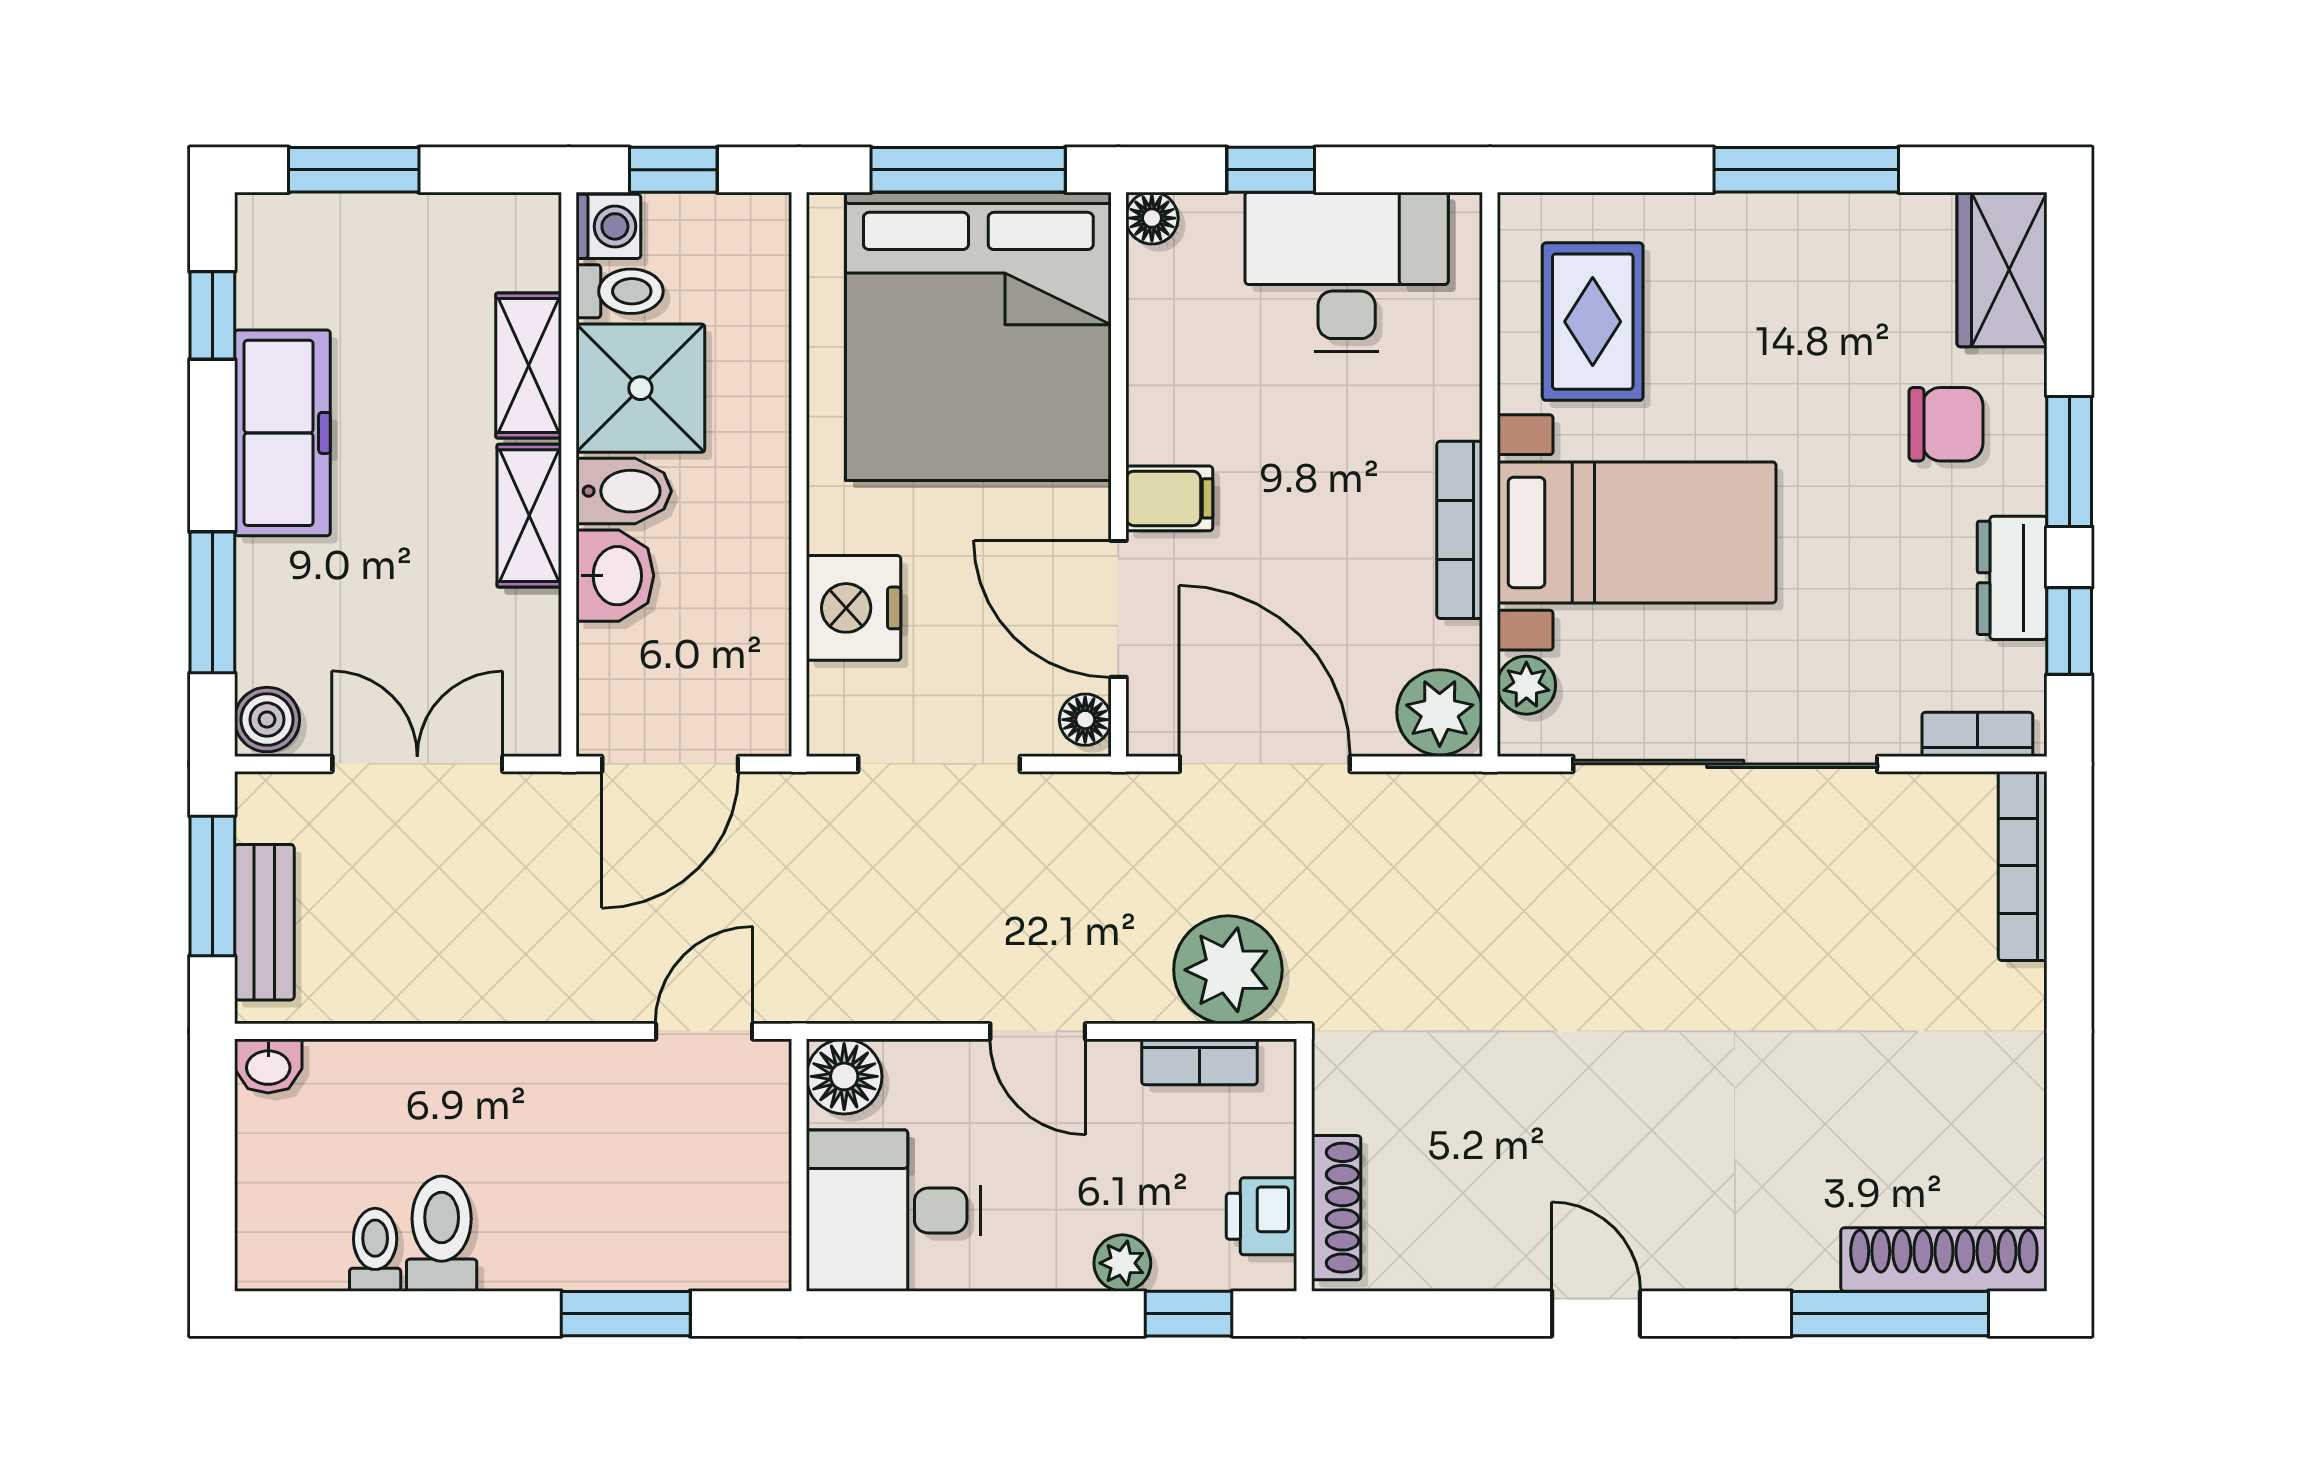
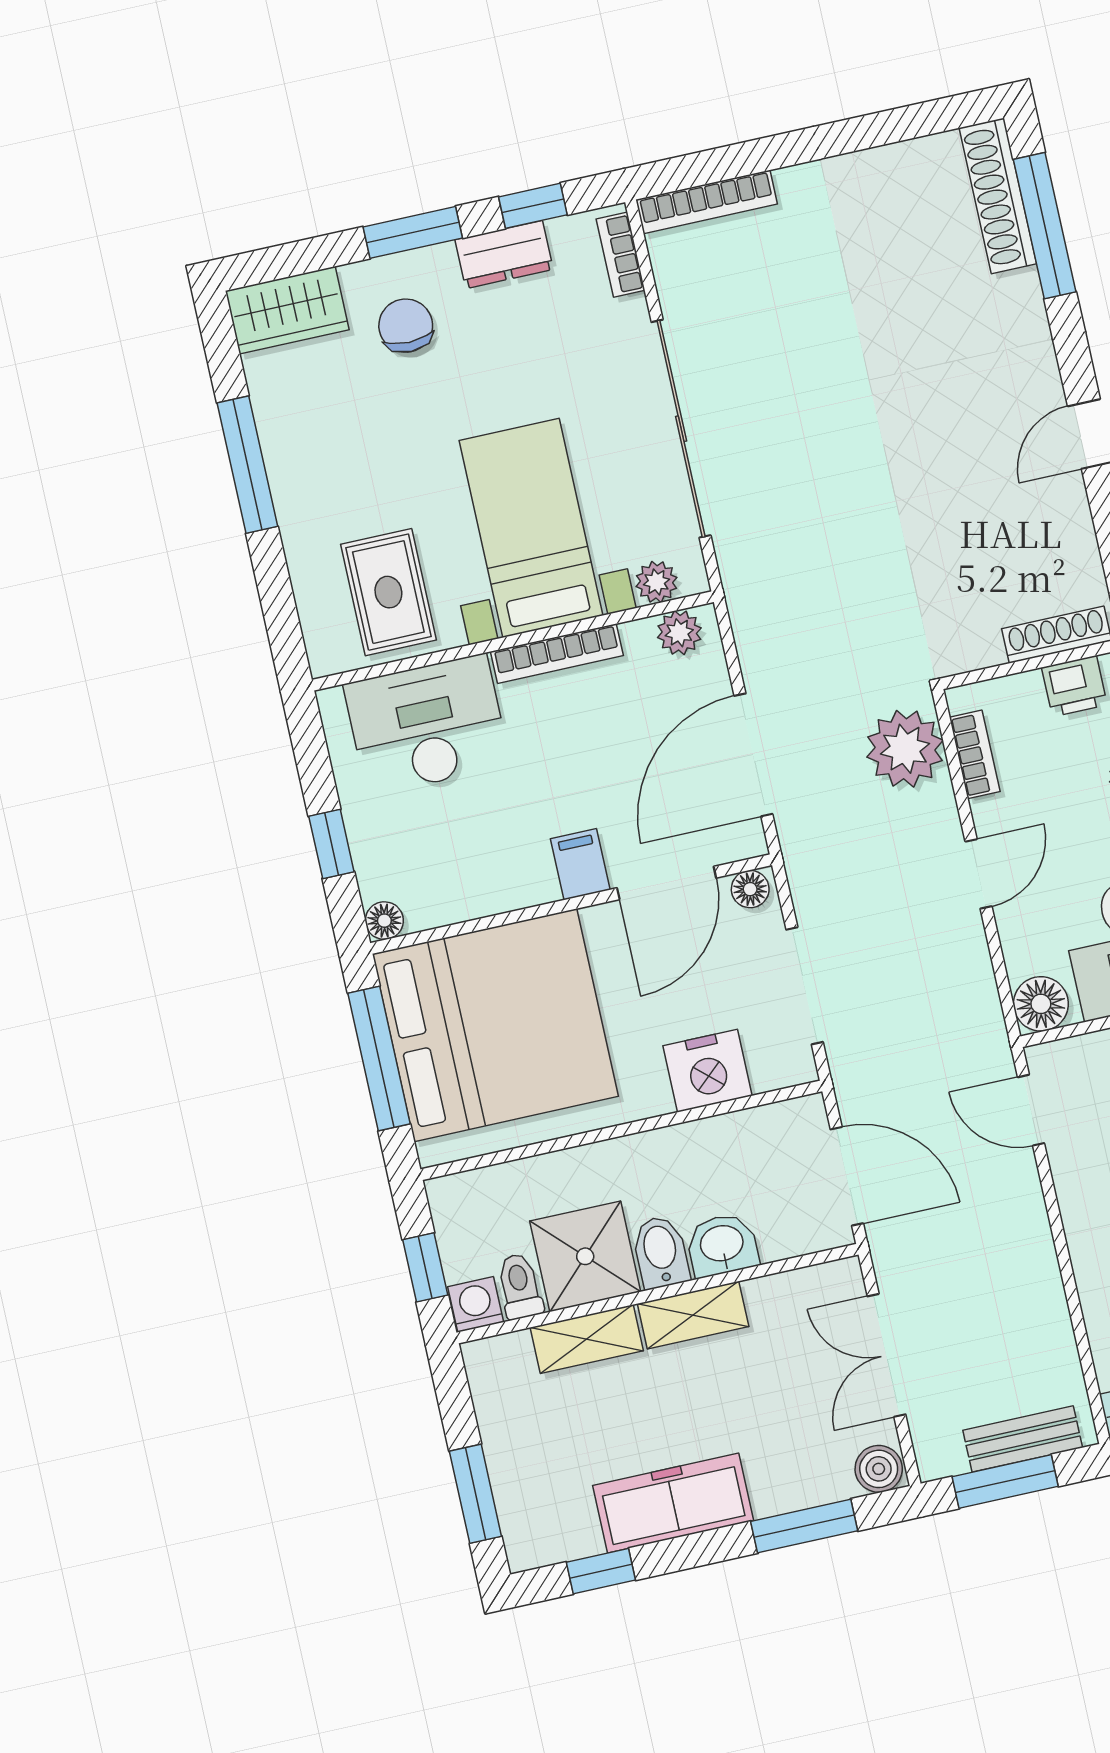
desk: (1347, 272) -> (427, 725), moved, turned 90
rug: (1593, 322) -> (388, 592), turned 90
plant: (1440, 712) -> (679, 633), width x0.73, depth x0.73

